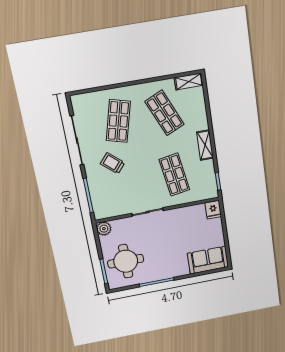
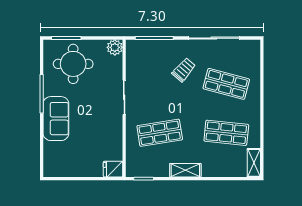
shop shelf: (165, 113) -> (226, 133), turned 30
sofa: (208, 260) -> (56, 119), moved

